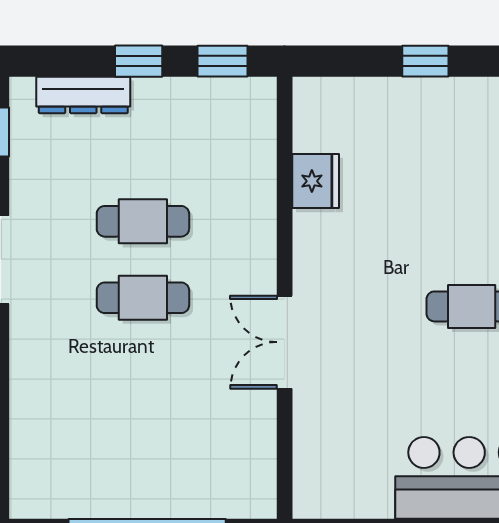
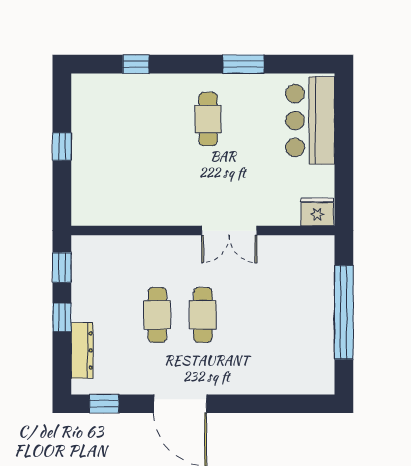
fridge: (316, 181) -> (317, 212), moved

